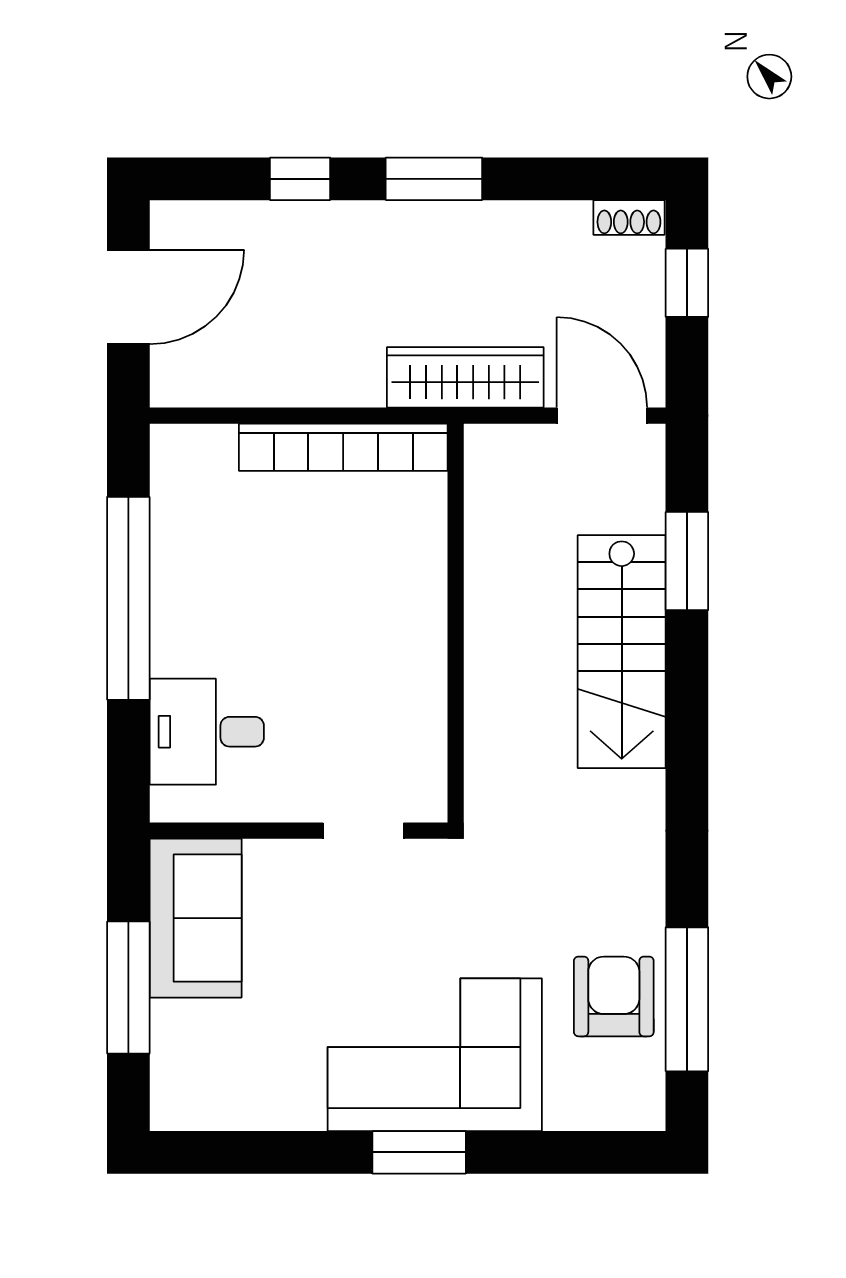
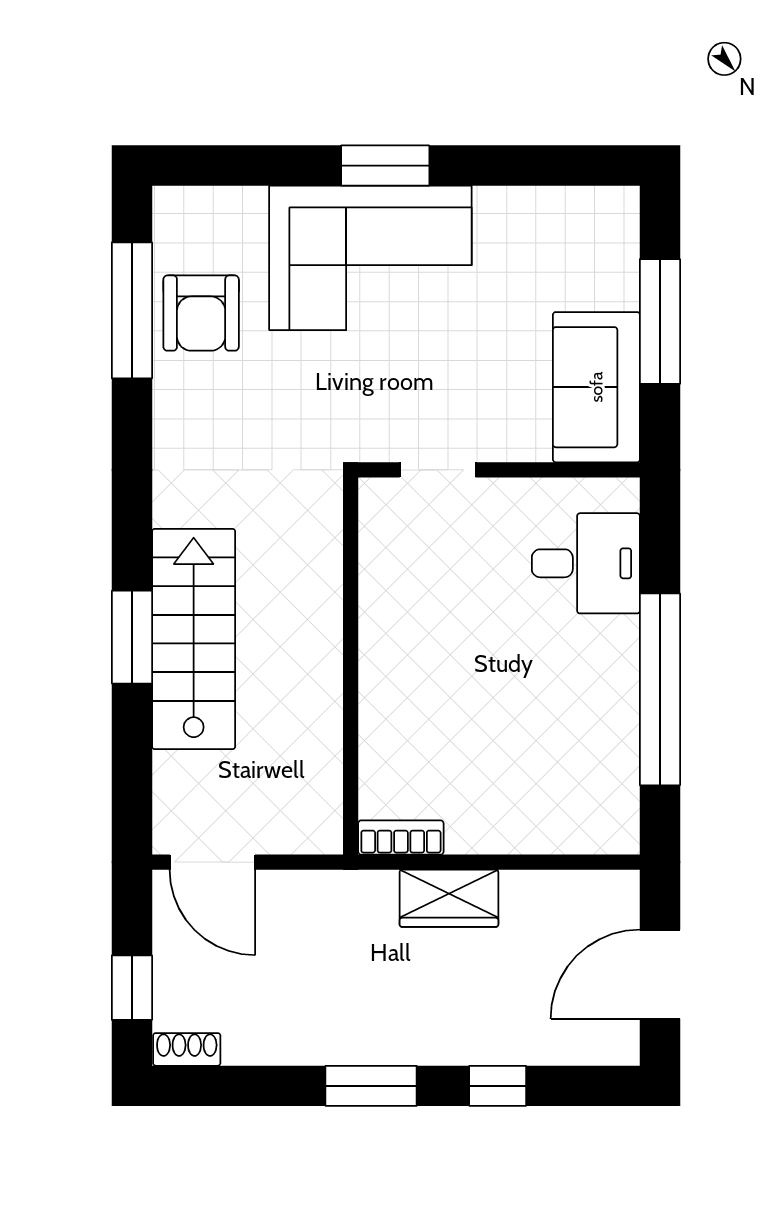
wardrobe: (465, 377) -> (449, 898), moved, width x0.67
bookcase: (343, 447) -> (401, 837), width x0.43, depth x0.76
window: (687, 561) -> (132, 637), moved

